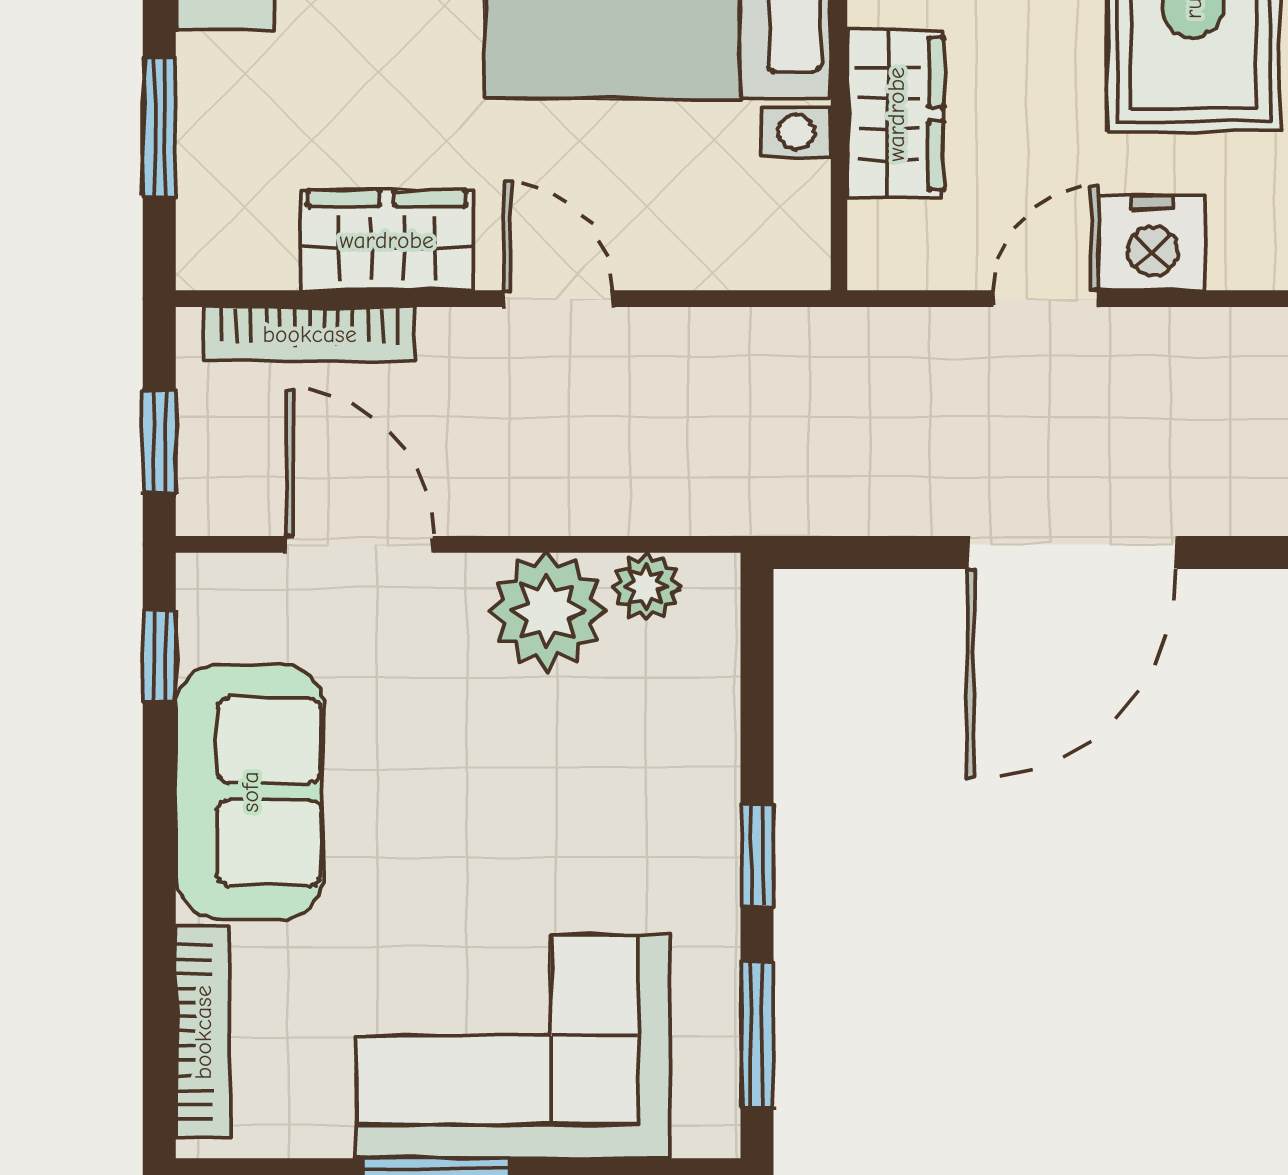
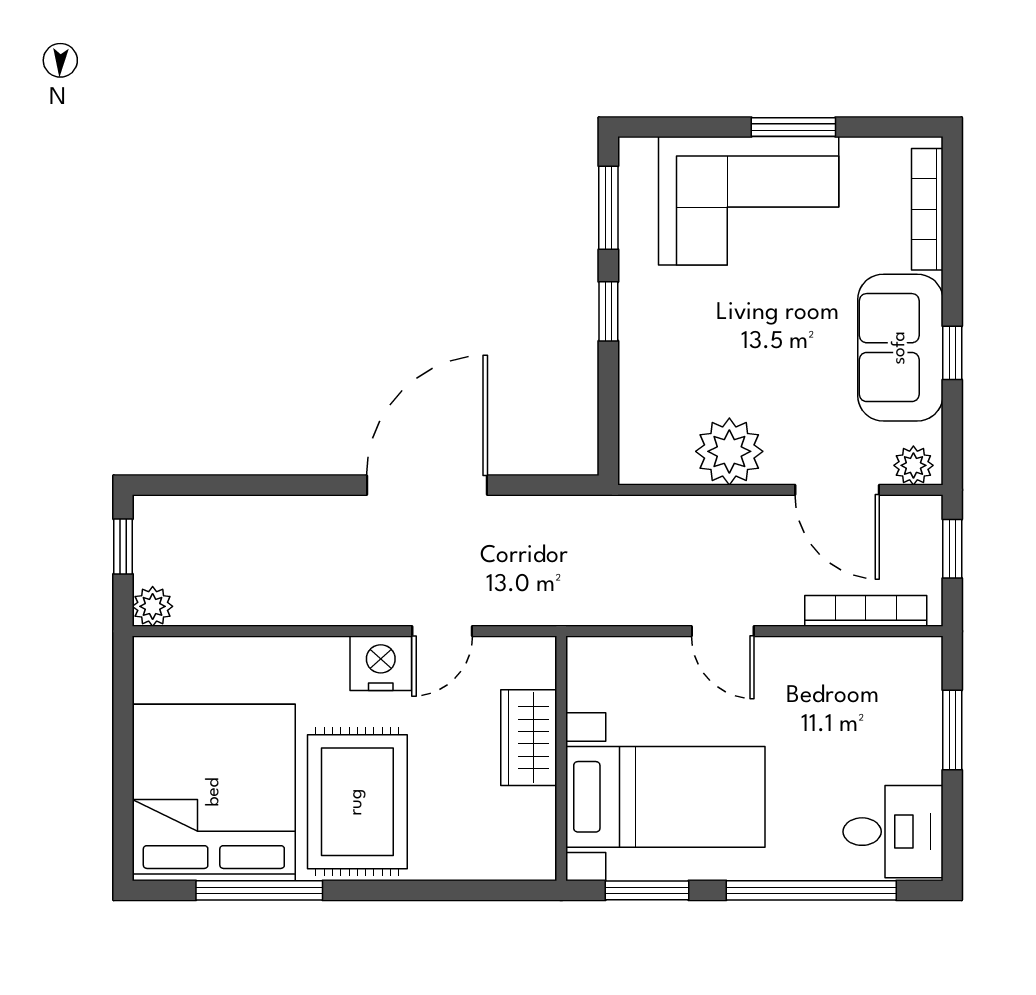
wardrobe: (387, 240) -> (821, 665), removed
plant: (646, 587) -> (913, 465), moved
window: (159, 656) -> (952, 353), moved

